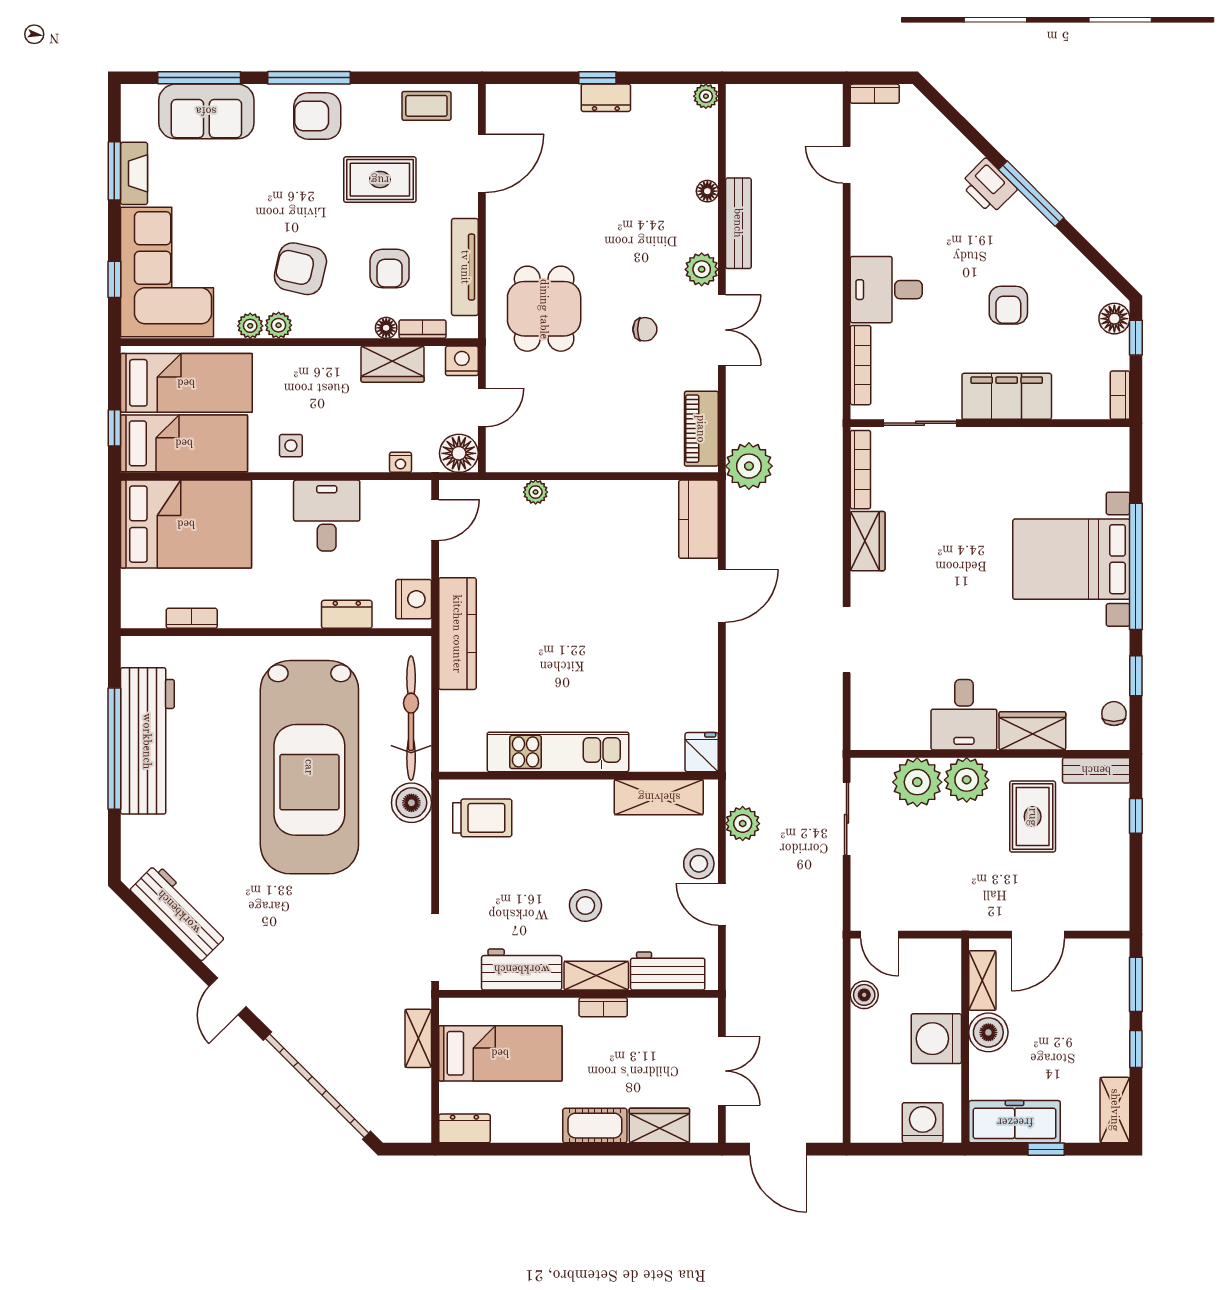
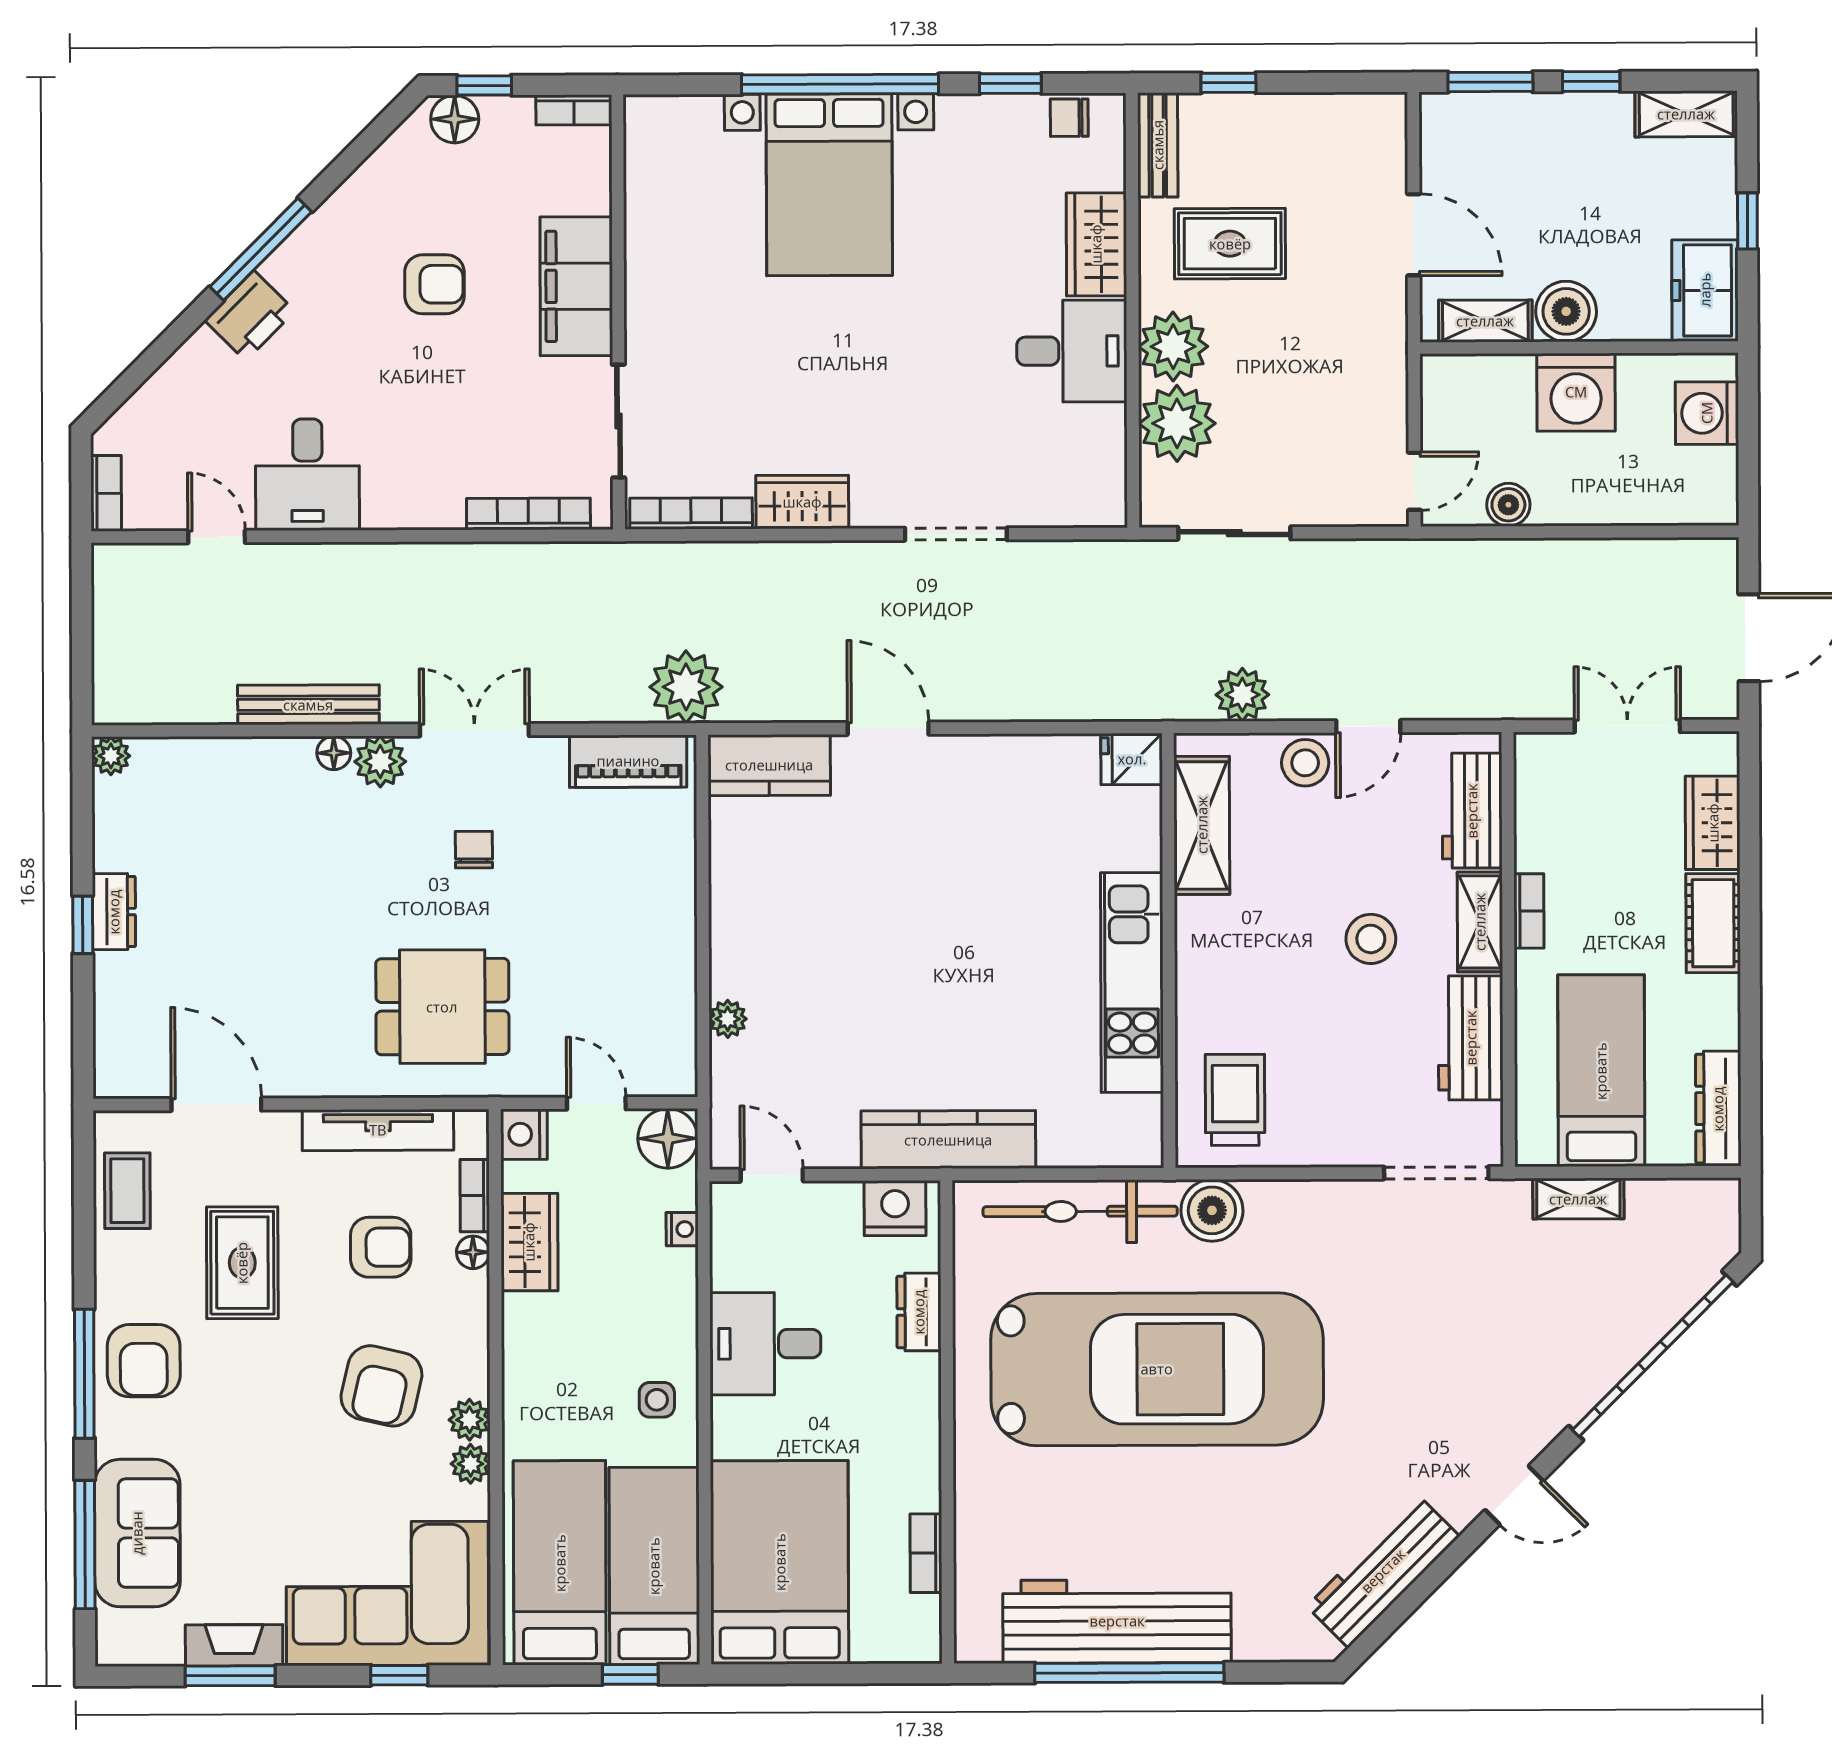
door: (847, 165) -> (217, 537), swing flipped
floor lamp: (707, 191) -> (334, 753), moved
desk: (886, 290) -> (307, 475), moved
freezer: (1015, 1122) -> (1705, 290), width x0.71
dresser: (464, 1128) -> (1718, 1109), width x1.44

